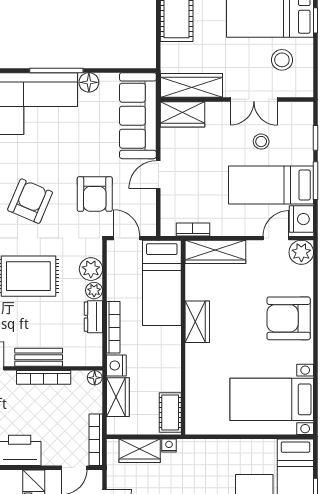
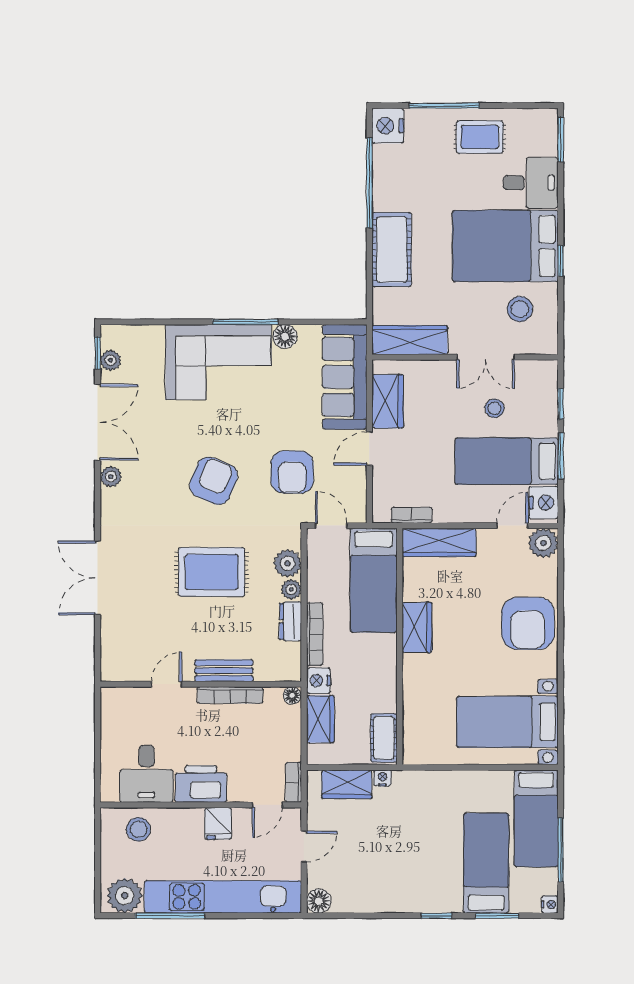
wardrobe: (182, 114) -> (388, 401), moved, turned -90
armchair: (289, 318) -> (528, 623), turned -90
bookcase: (96, 440) -> (293, 782), width x0.64

